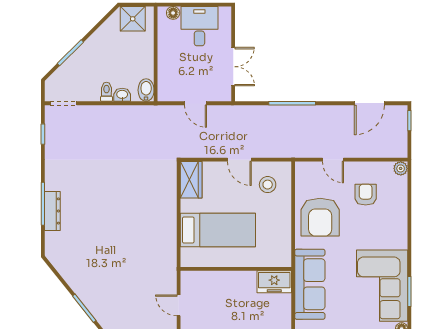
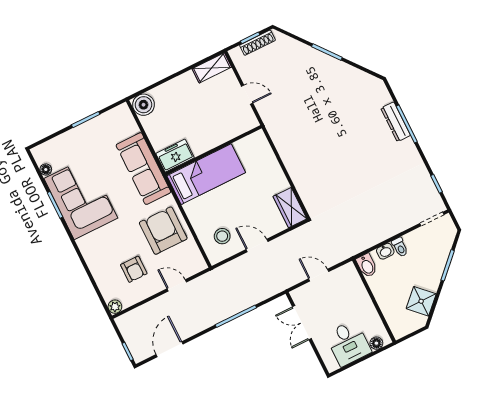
shower: (133, 19) -> (421, 301), moved, turned 45
bed: (218, 230) -> (206, 174), moved, turned 180

